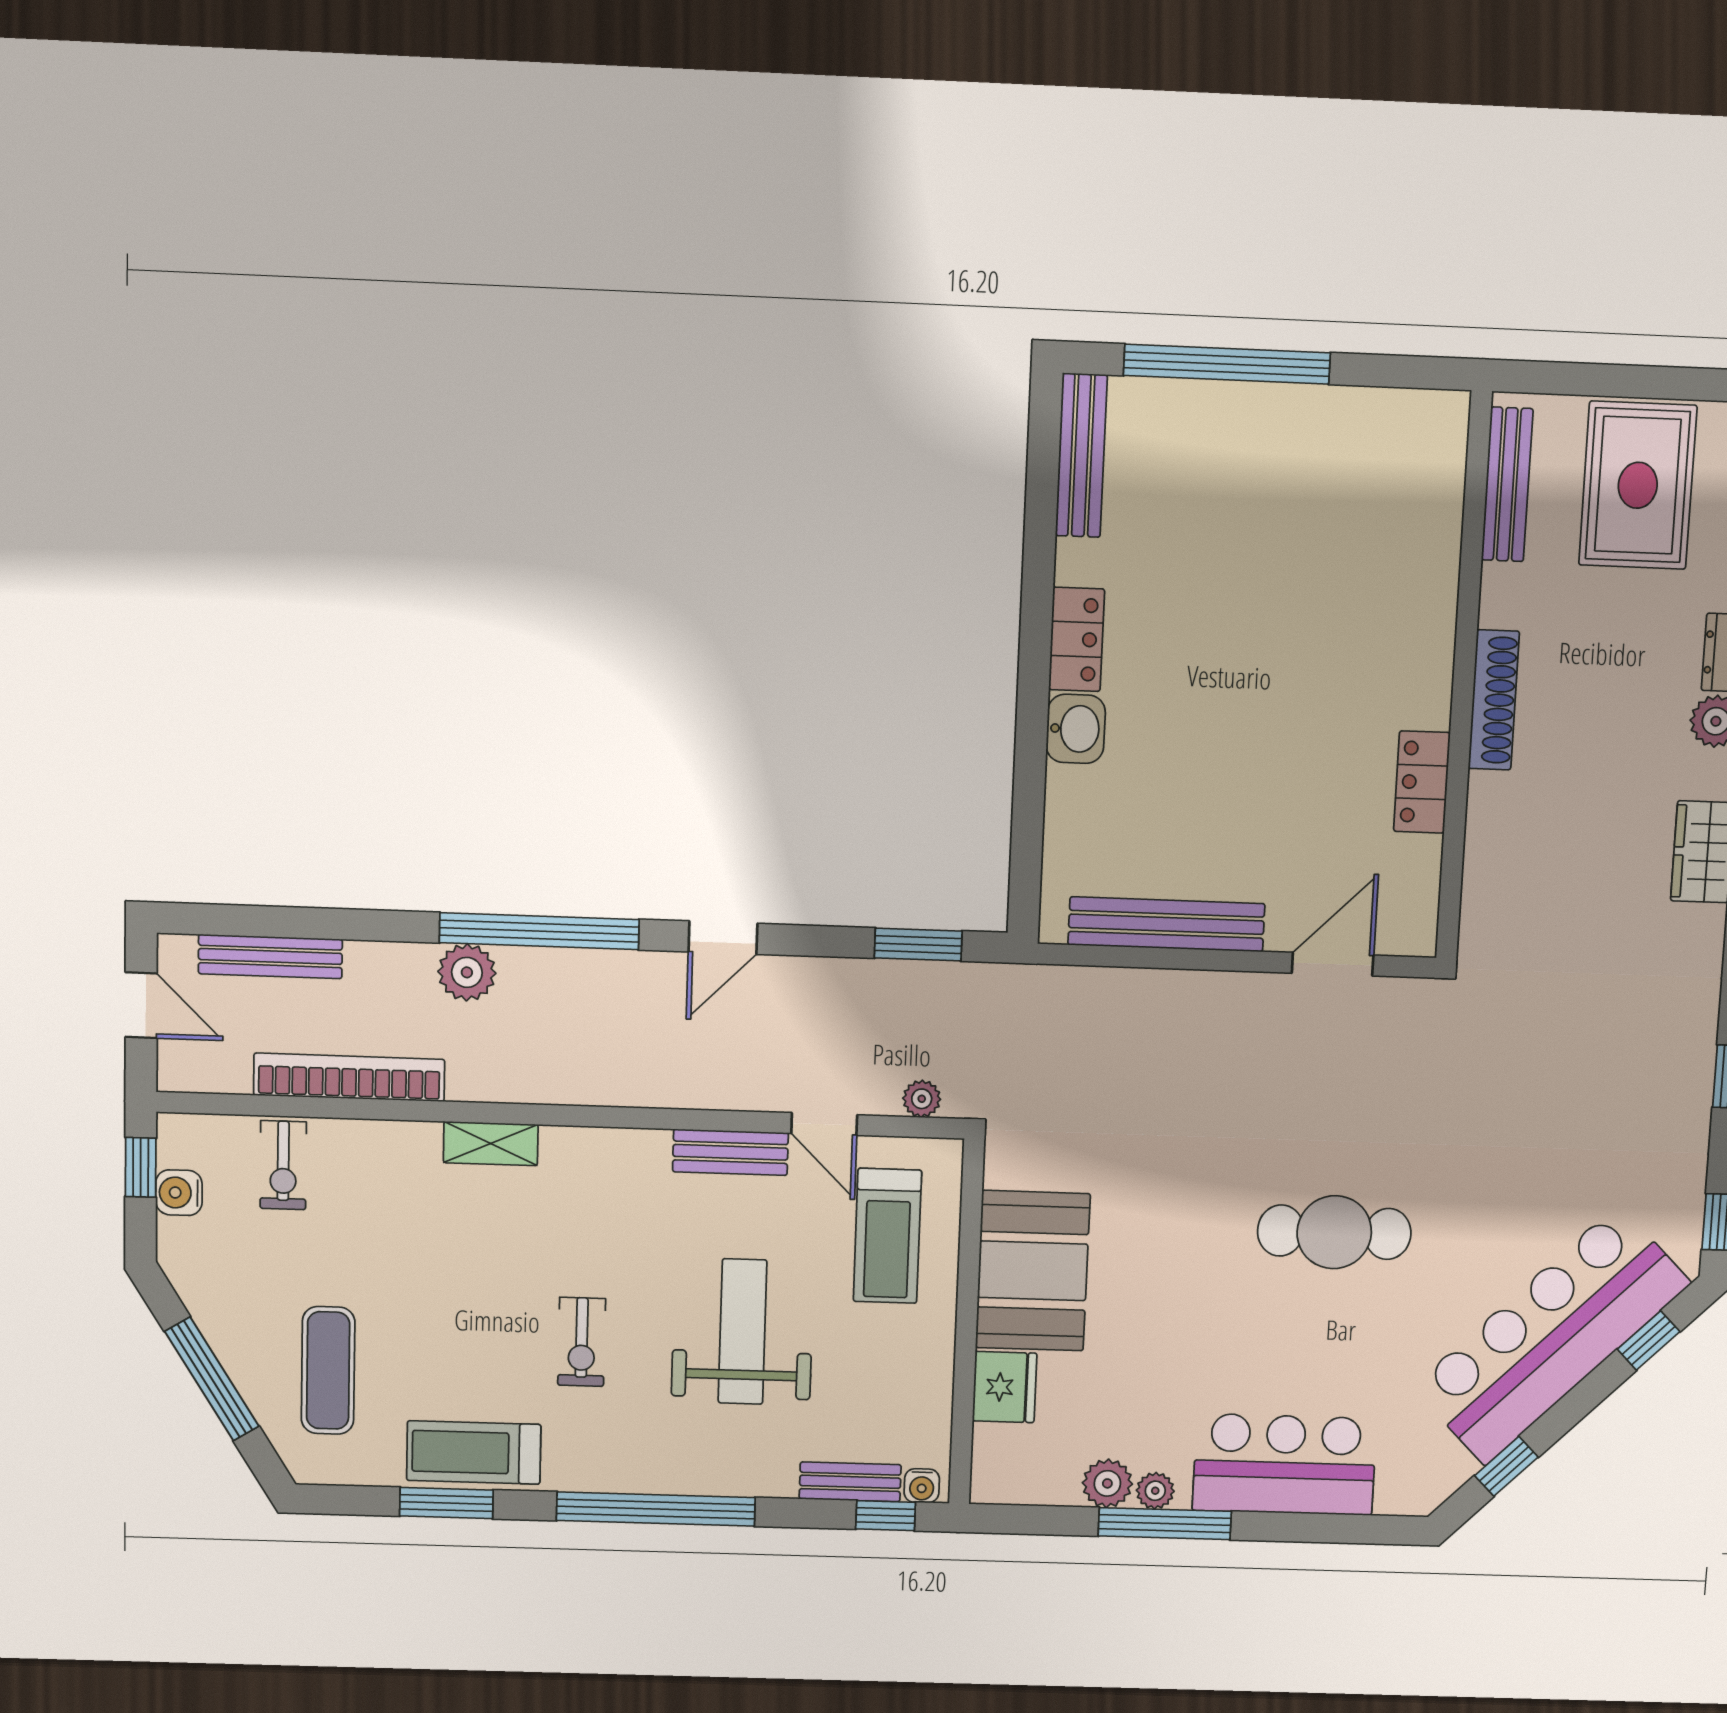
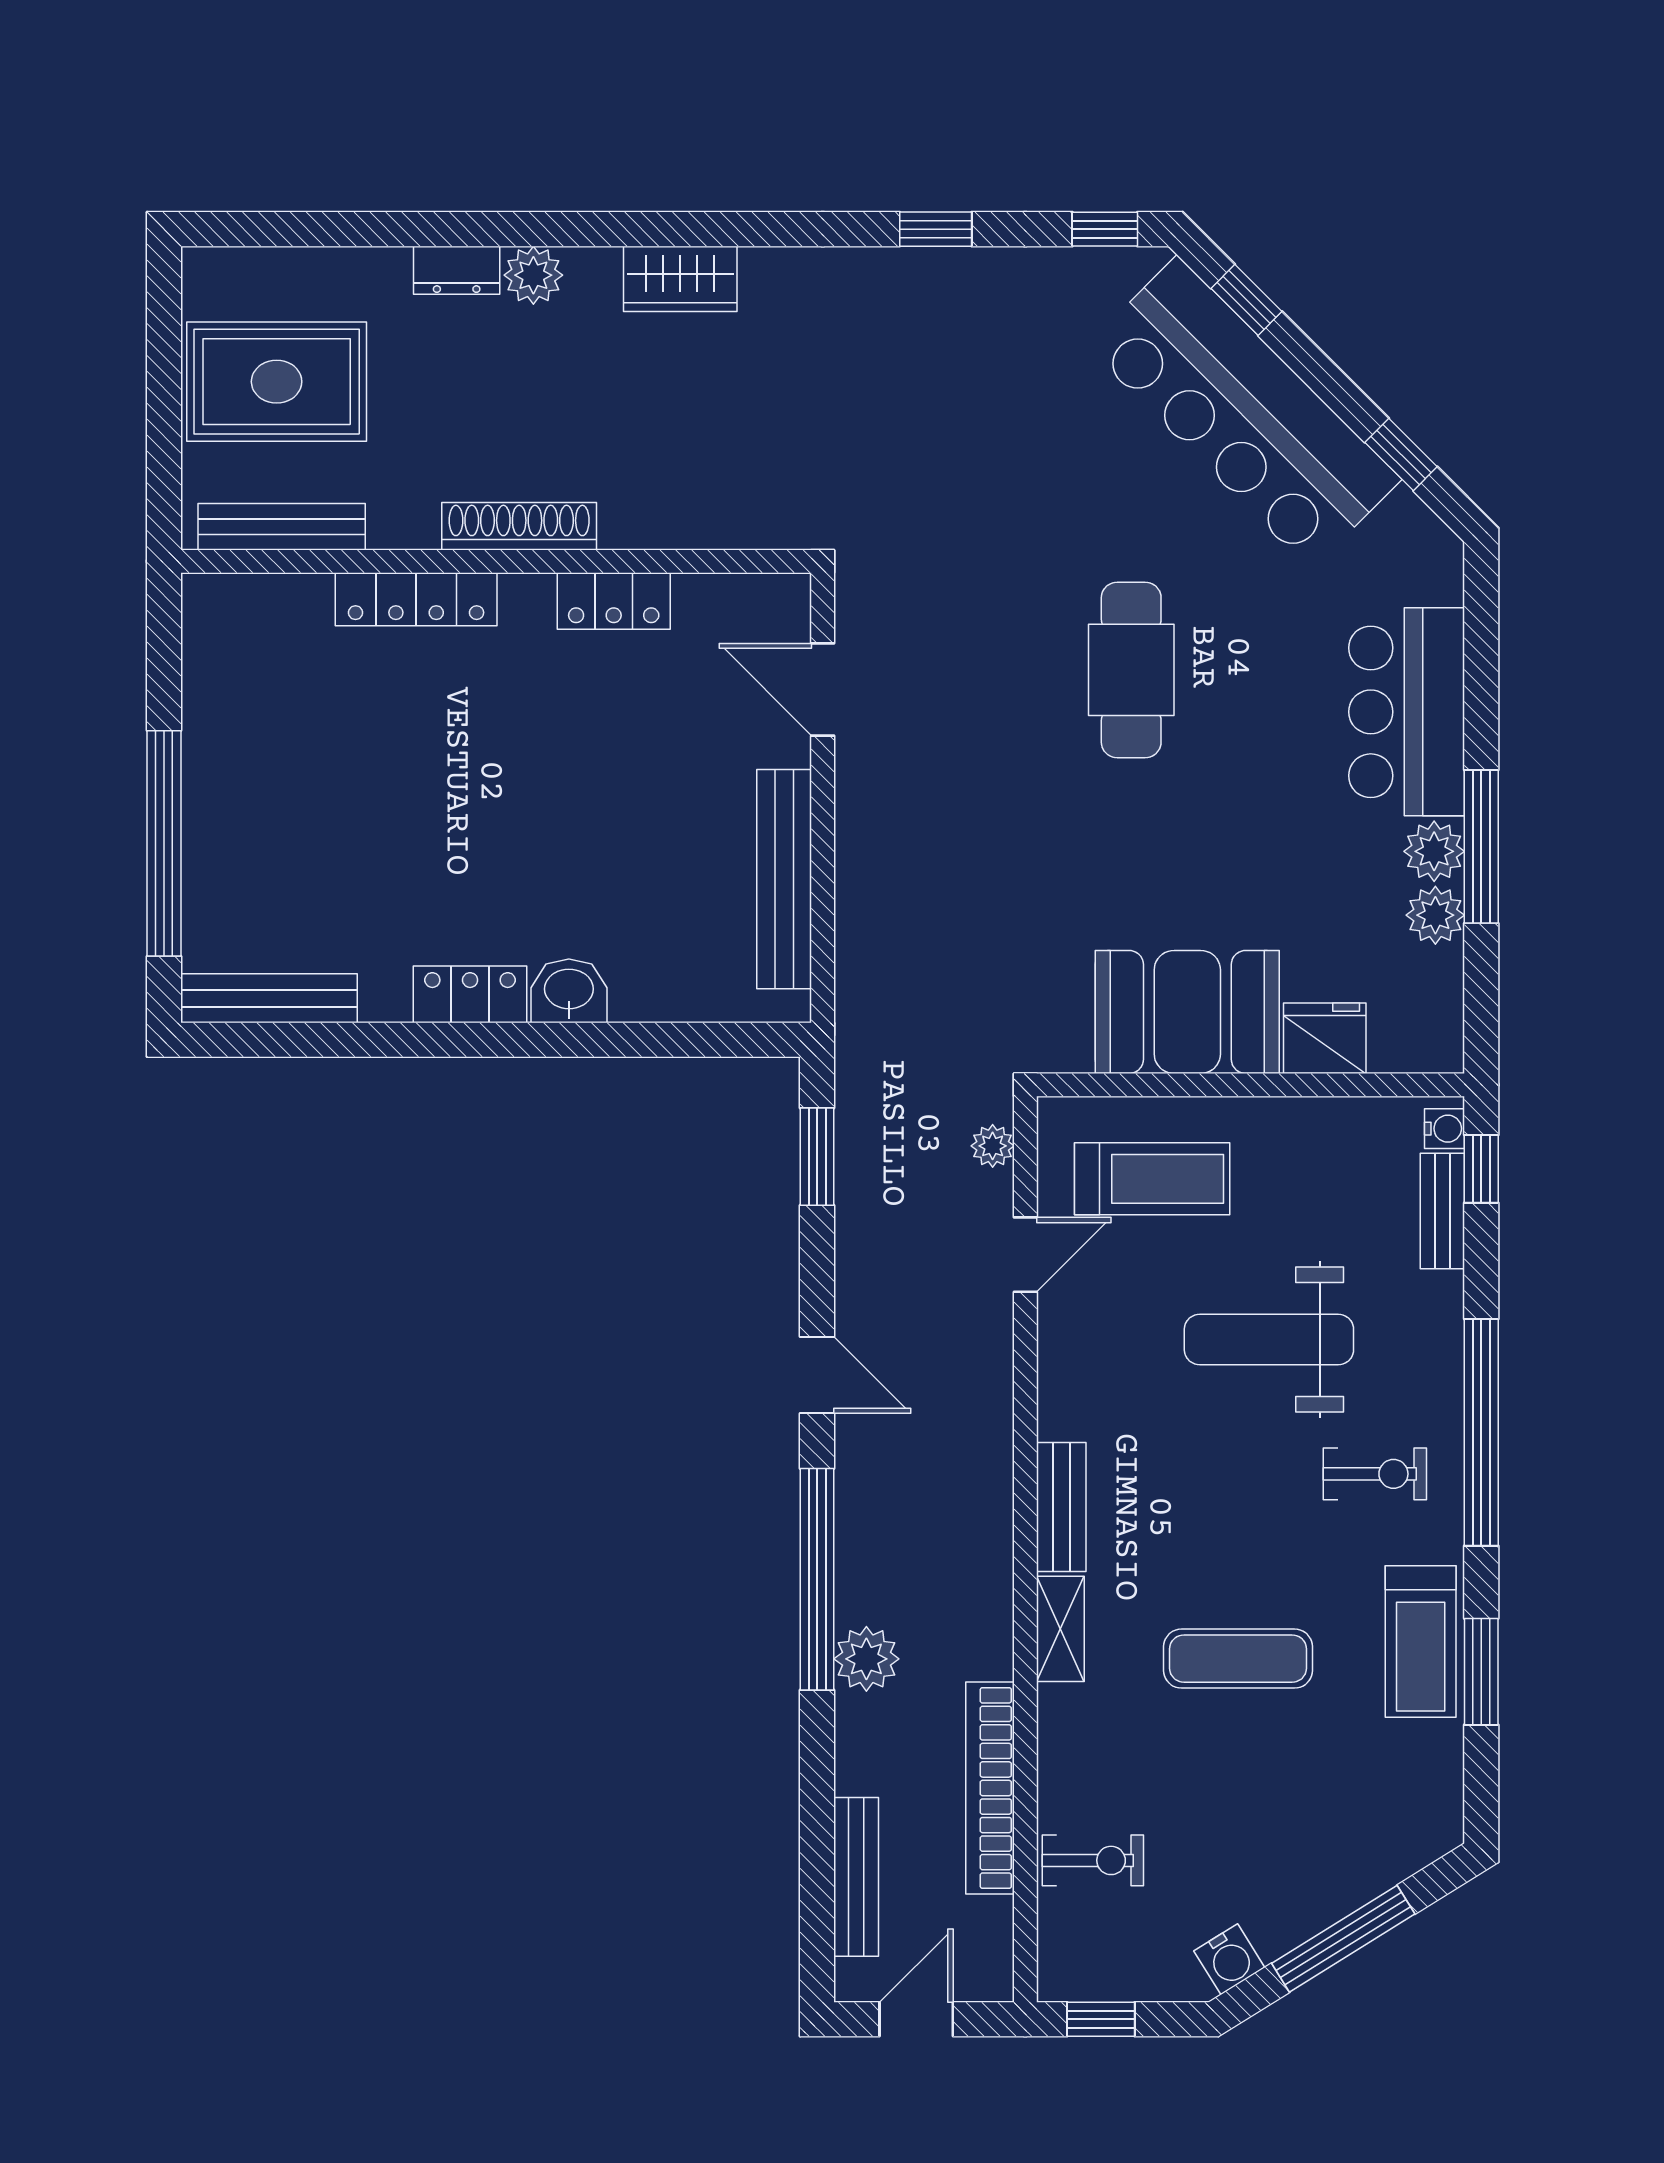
locker: (1434, 604) -> (416, 599), added
bench: (730, 1152) -> (1061, 1507), moved
water cooler: (179, 1193) -> (1229, 1959), moved, turned -32
exercise bike: (582, 1342) -> (1375, 1474), moved
exercise mat: (328, 1370) -> (1238, 1659), moved
plant: (1155, 1491) -> (1434, 851), width x1.38, depth x1.38

